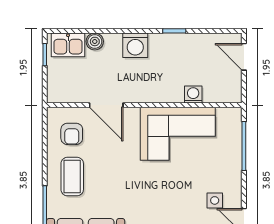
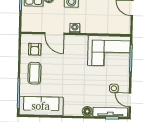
washing machine: (193, 95) -> (75, 28), moved
corner sofa: (178, 134) -> (109, 51), moved

